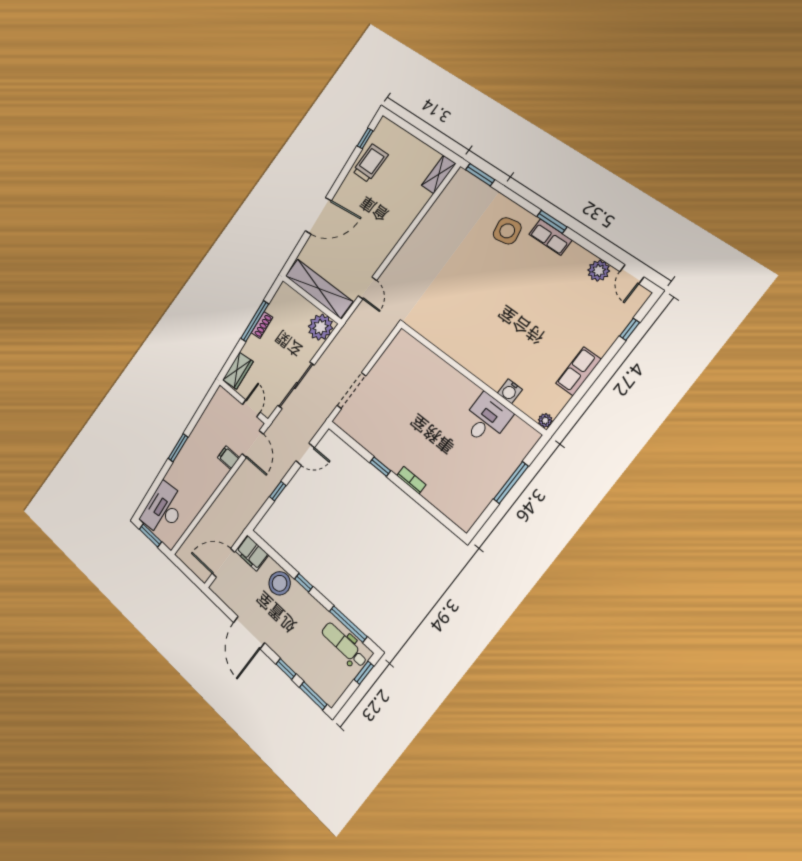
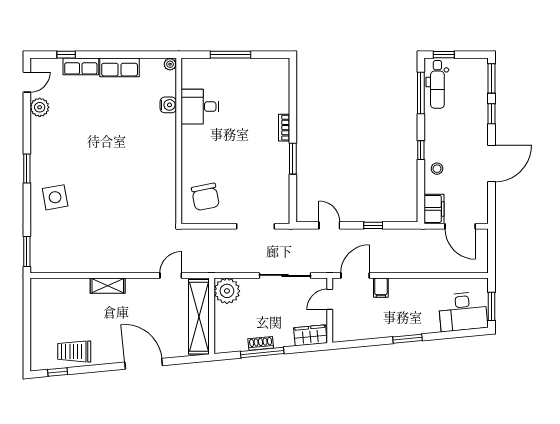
shelving: (439, 174) -> (108, 286), moved
row of seats: (551, 237) -> (81, 66), moved, turned 90
chair: (407, 365) -> (205, 197), added
window: (380, 467) -> (293, 159), width x1.50
stool: (280, 583) -> (437, 169), width x0.53, depth x0.53

